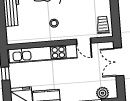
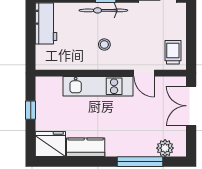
kitchen unit: (43, 54) -> (98, 86), width x0.73

